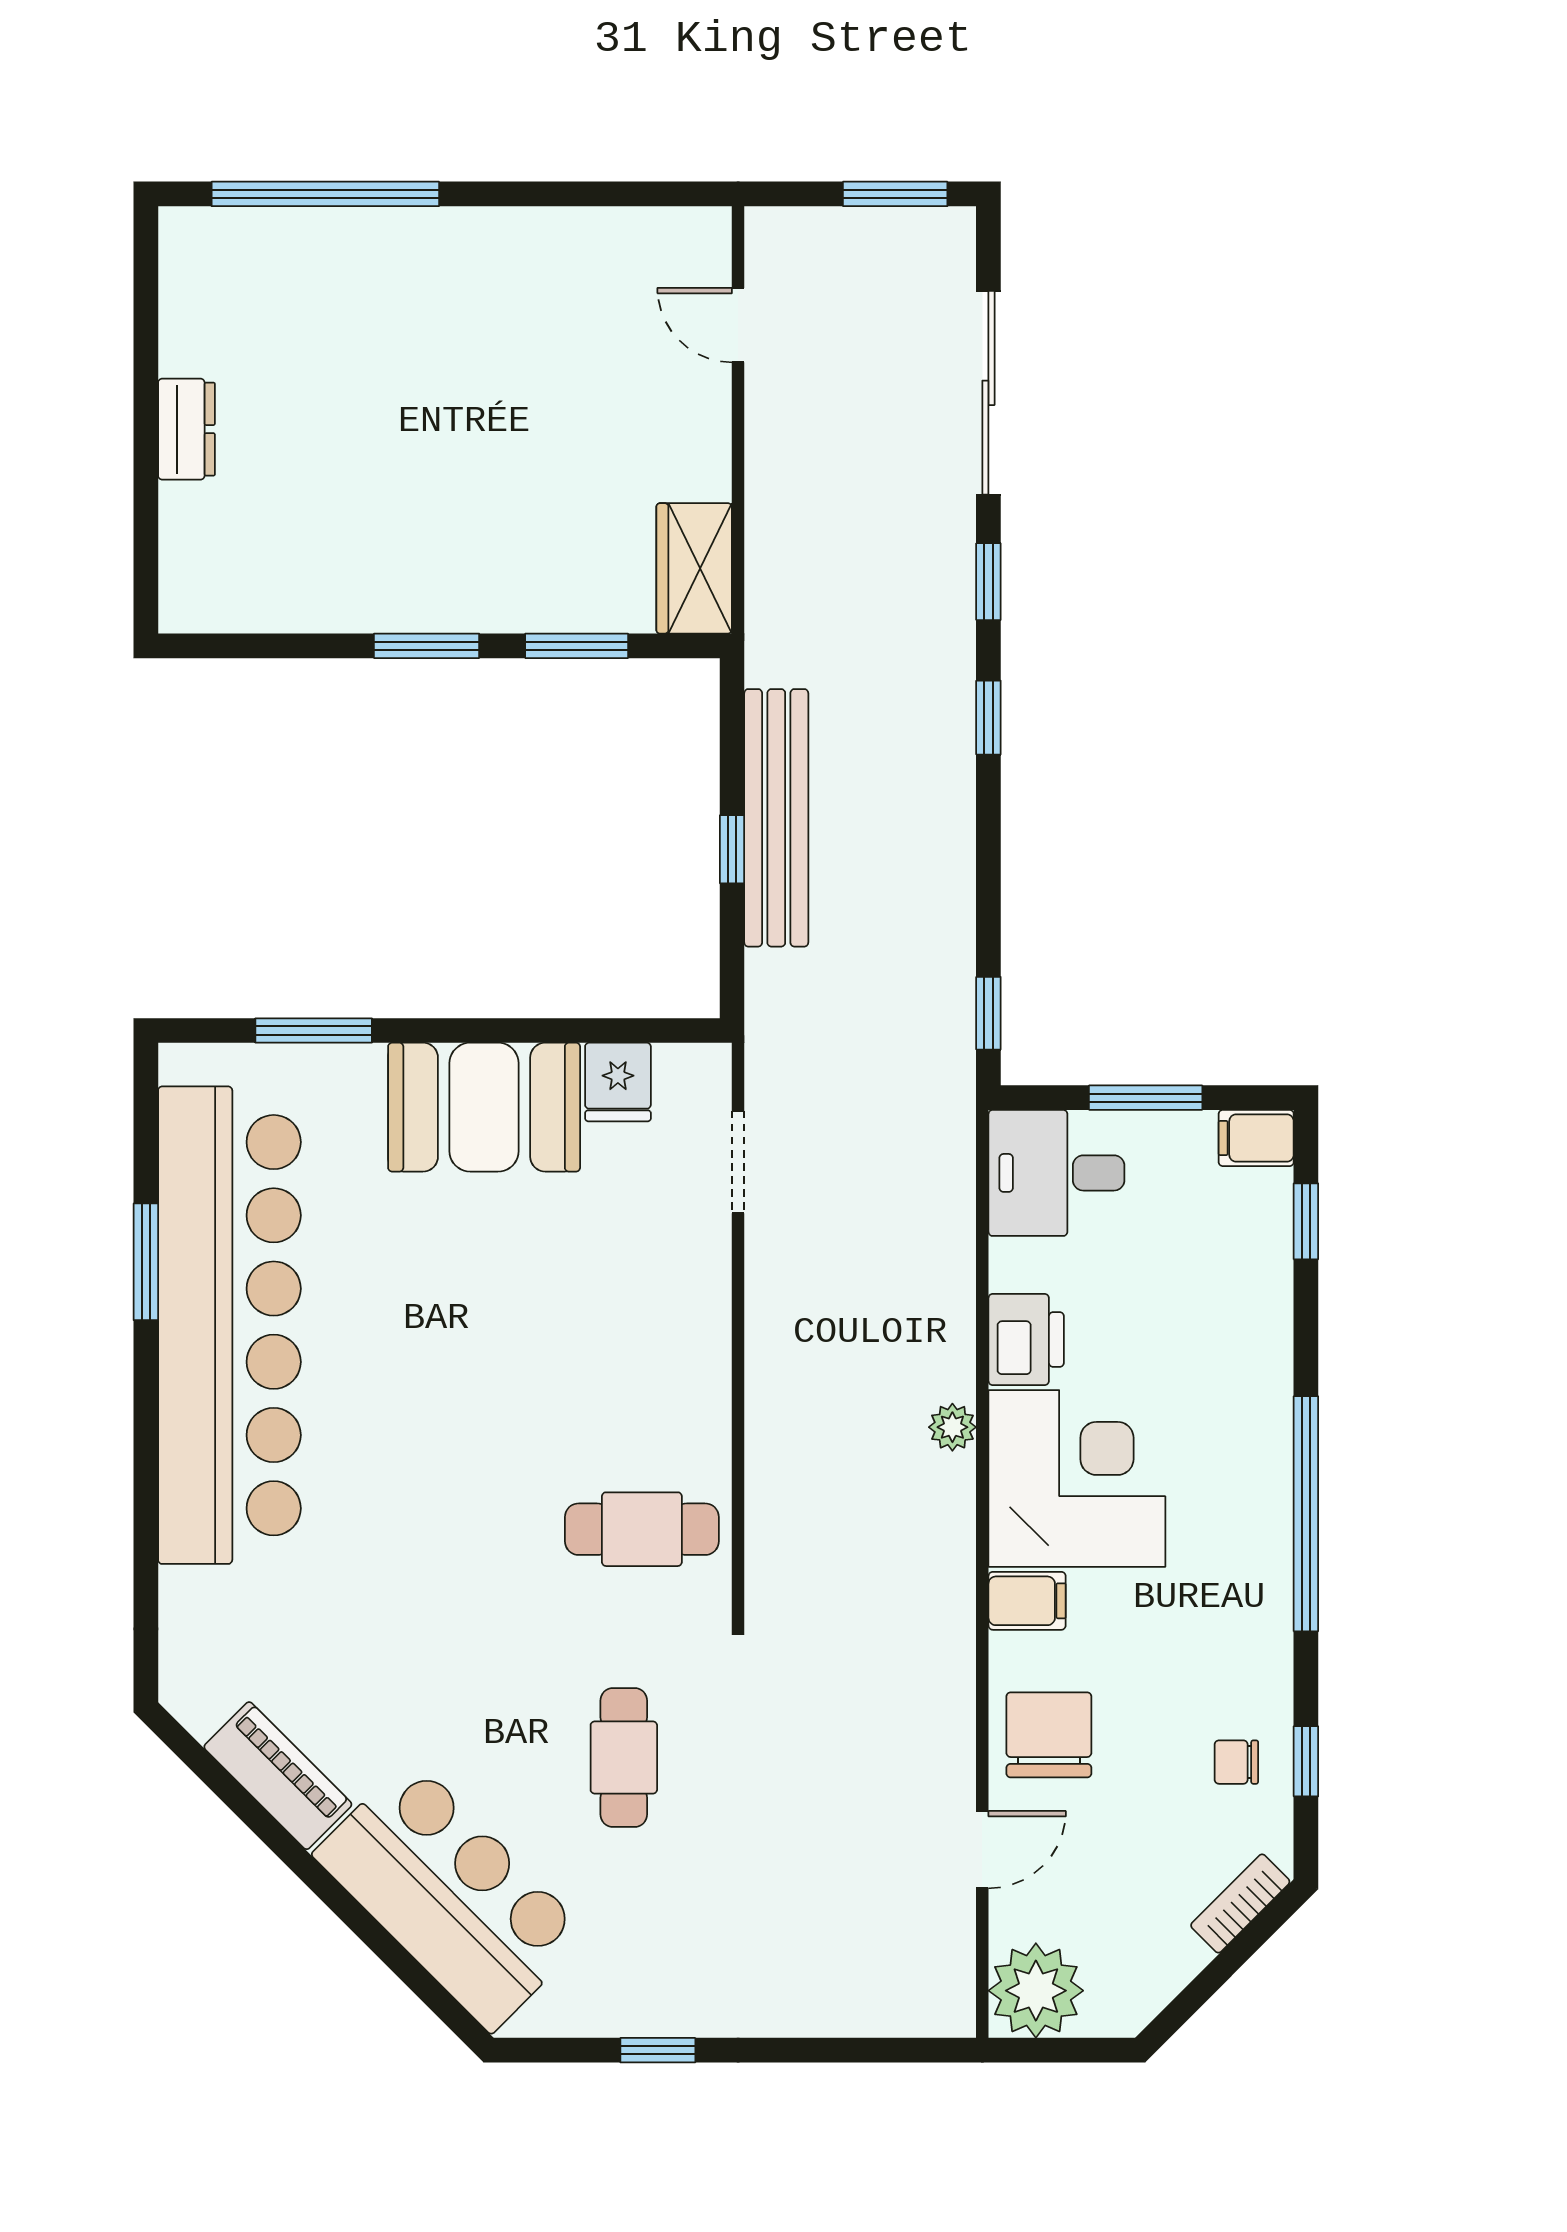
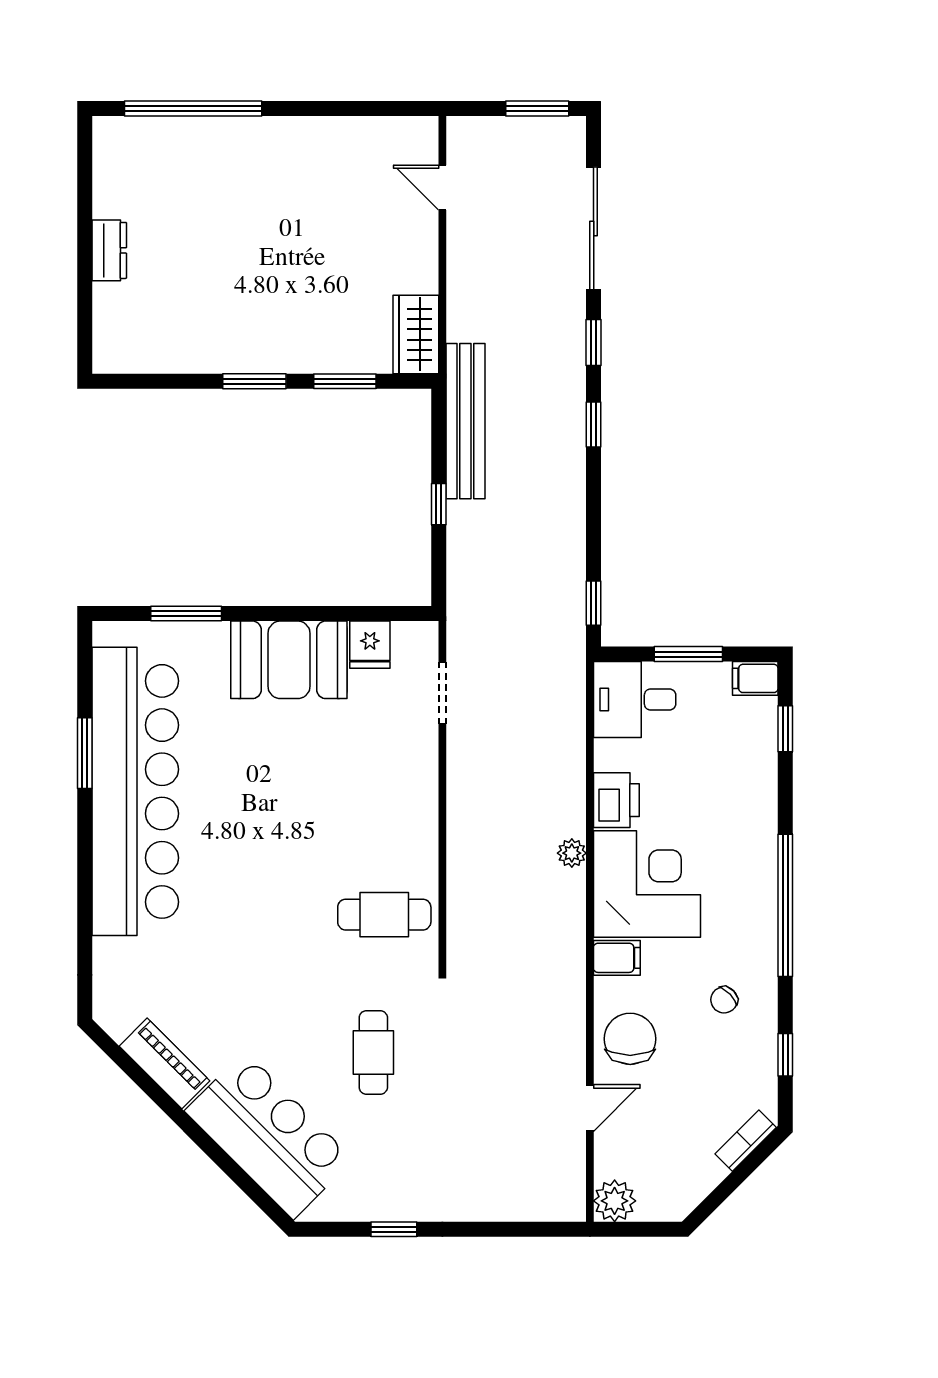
bench: (776, 818) -> (465, 421), moved
chair: (1236, 1762) -> (724, 1000), moved, turned -44
plant: (1036, 1991) -> (615, 1201), width x0.73, depth x0.73

